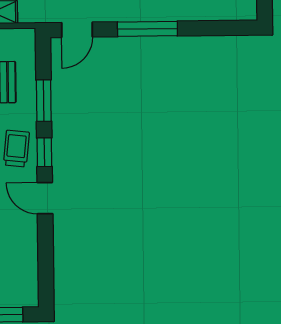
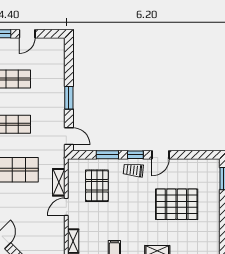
window: (147, 29) -> (69, 98), width x0.69

